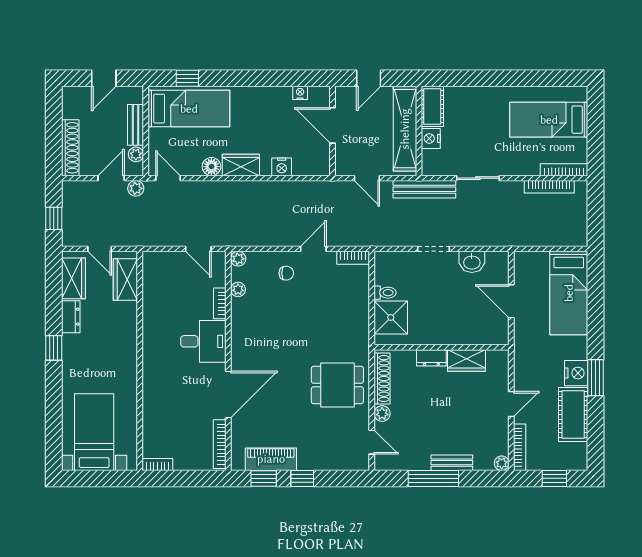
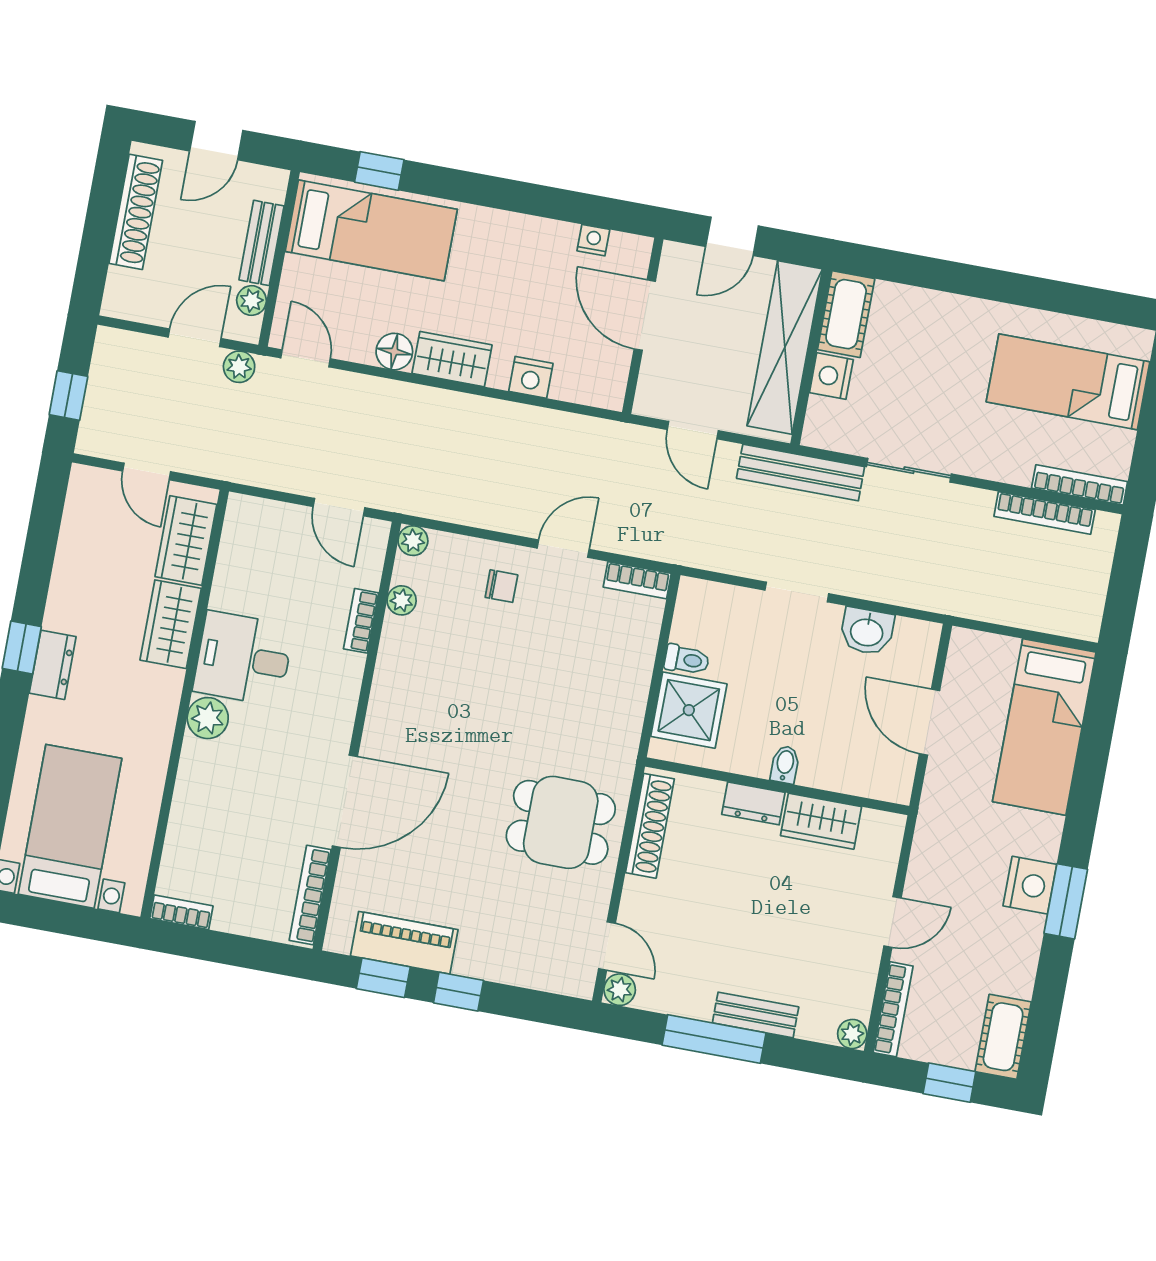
shoe rack: (70, 148) -> (136, 212), moved
wardrobe: (74, 278) -> (171, 624), moved, turned 180
dresser: (71, 317) -> (53, 665), moved
bidet: (443, 336) -> (785, 765), added
desk: (203, 341) -> (243, 658), moved, turned 180
plant: (153, 366) -> (208, 718), added
plant: (382, 414) -> (620, 990), moved
cot: (573, 415) -> (1003, 1037), moved, width x0.73, depth x0.75

